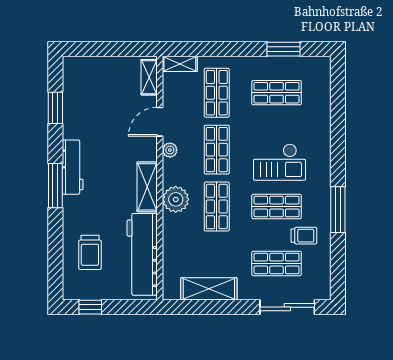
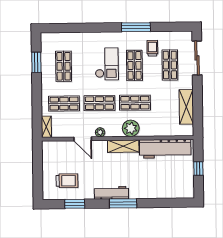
shelving: (149, 77) -> (55, 146), removed
trolley: (90, 252) -> (67, 181), moved
window: (90, 307) -> (198, 169), moved

